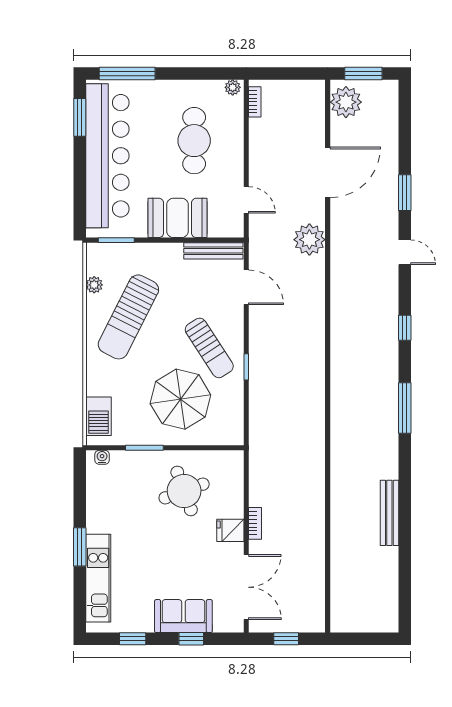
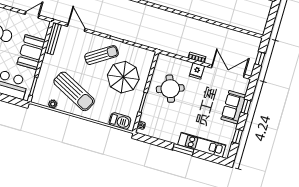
door: (246, 287) -> (76, 27), hinge flipped

